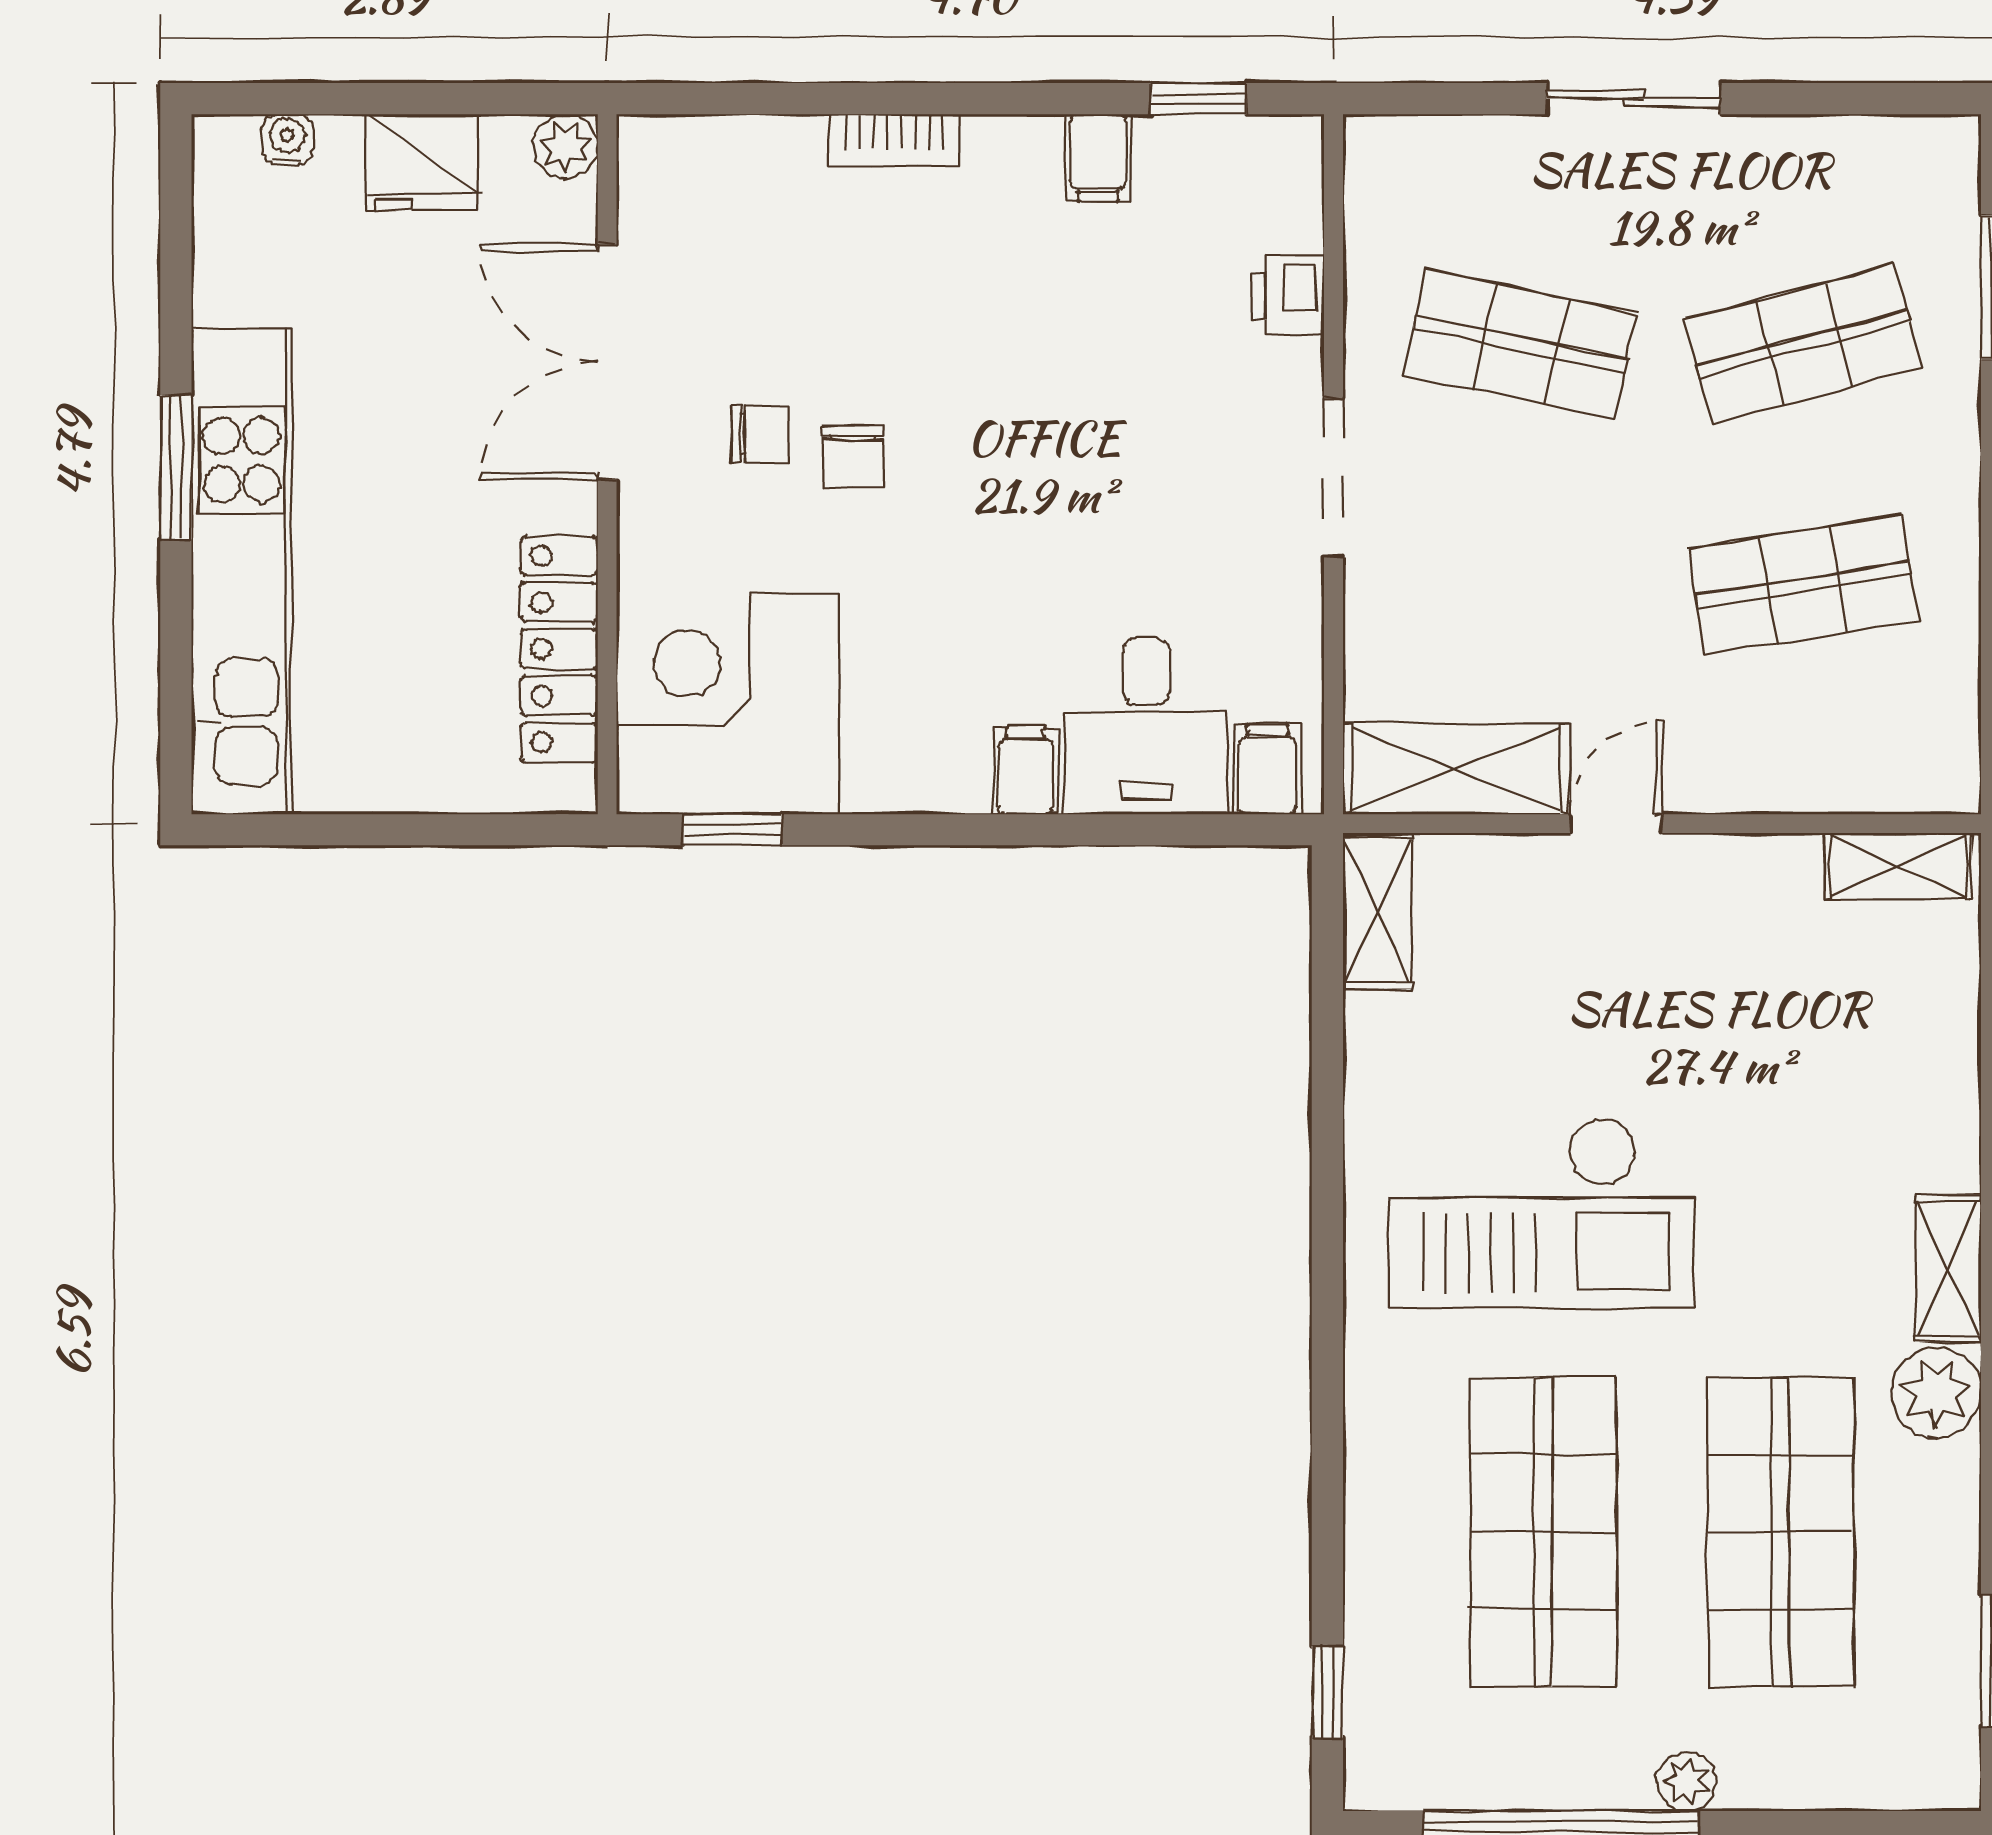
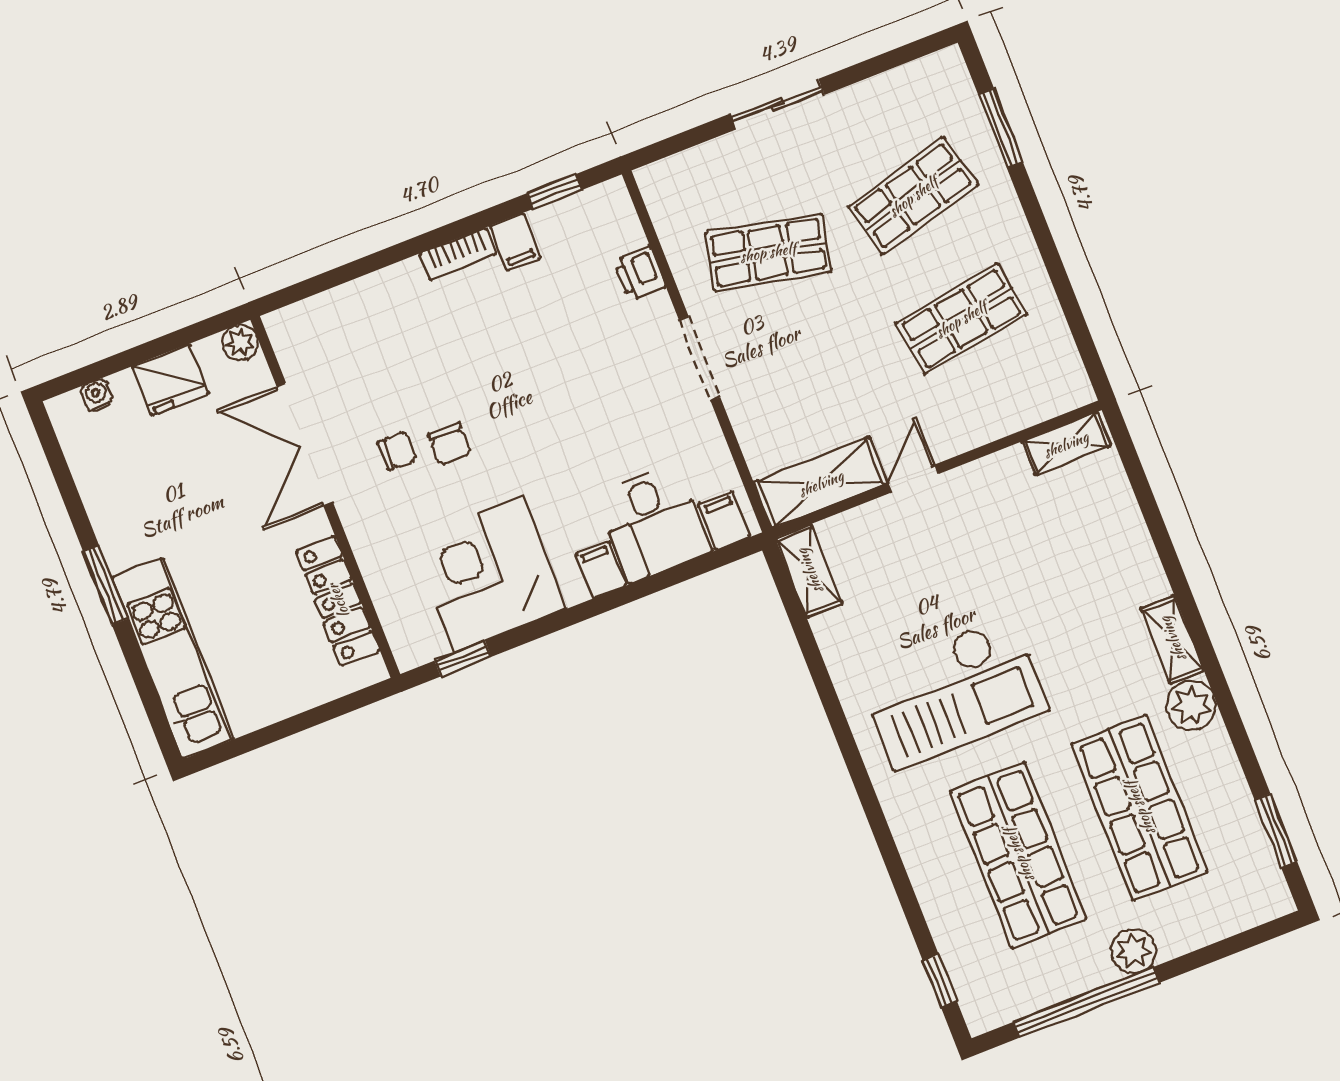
bookcase: (895, 140) -> (458, 254), moved
kitchen unit: (242, 572) -> (173, 658), width x0.73
corner desk: (727, 703) -> (488, 574), moved
plant: (1686, 1782) -> (1133, 951), width x1.38, depth x1.38

